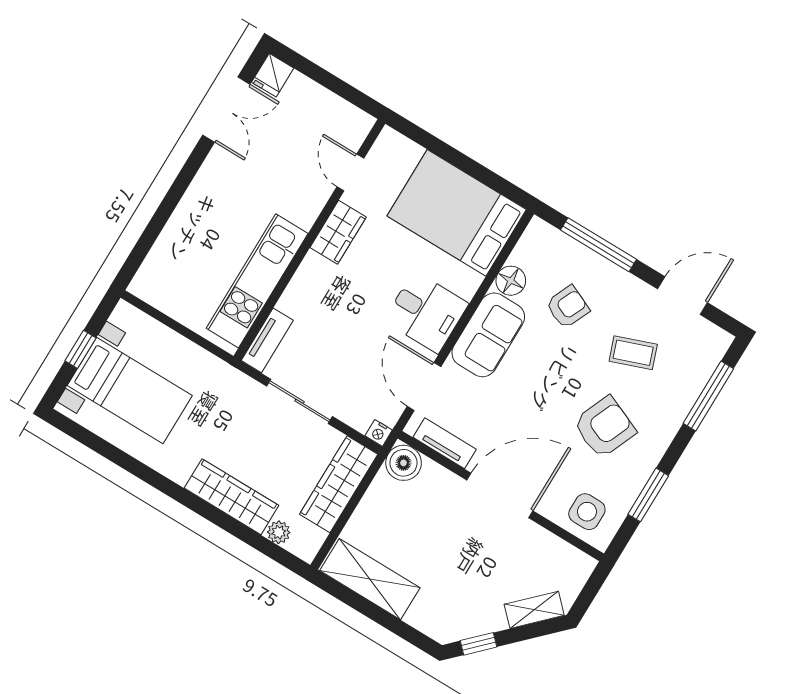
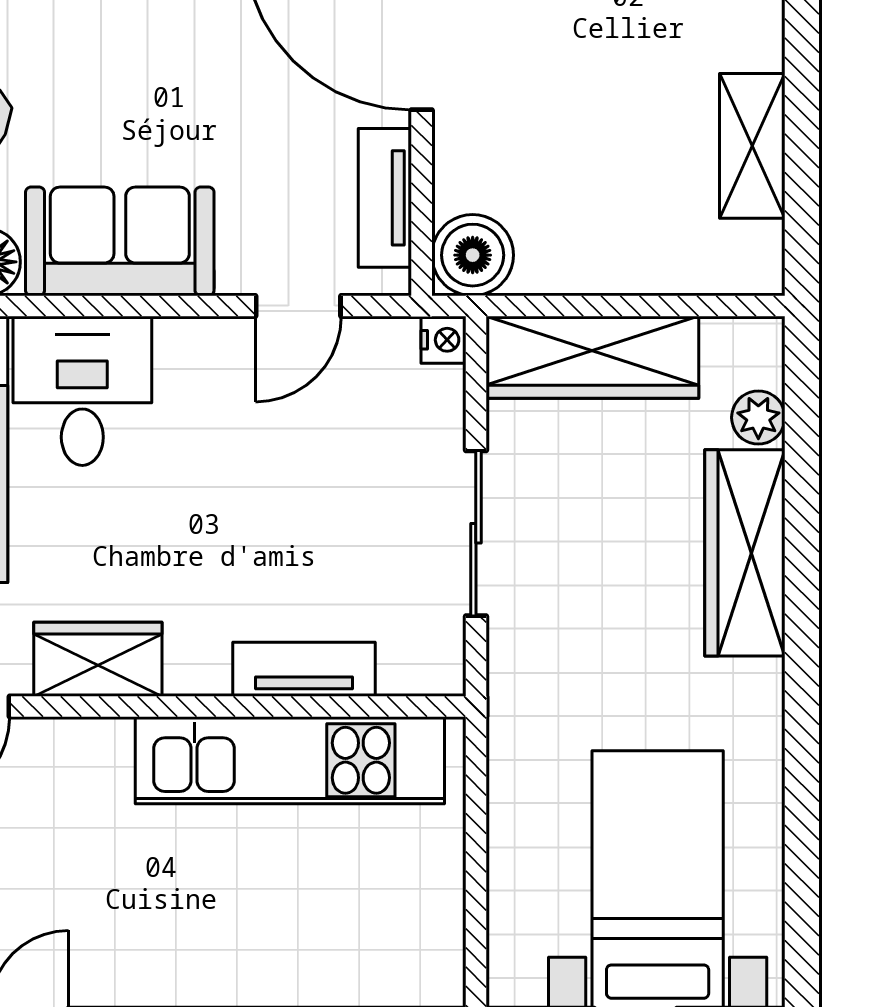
desk: (426, 312) -> (82, 391), moved
tv unit: (267, 340) -> (304, 669), moved
door: (424, 387) -> (298, 306), width x0.73
shelving: (370, 579) -> (752, 146), width x0.67, depth x0.75

